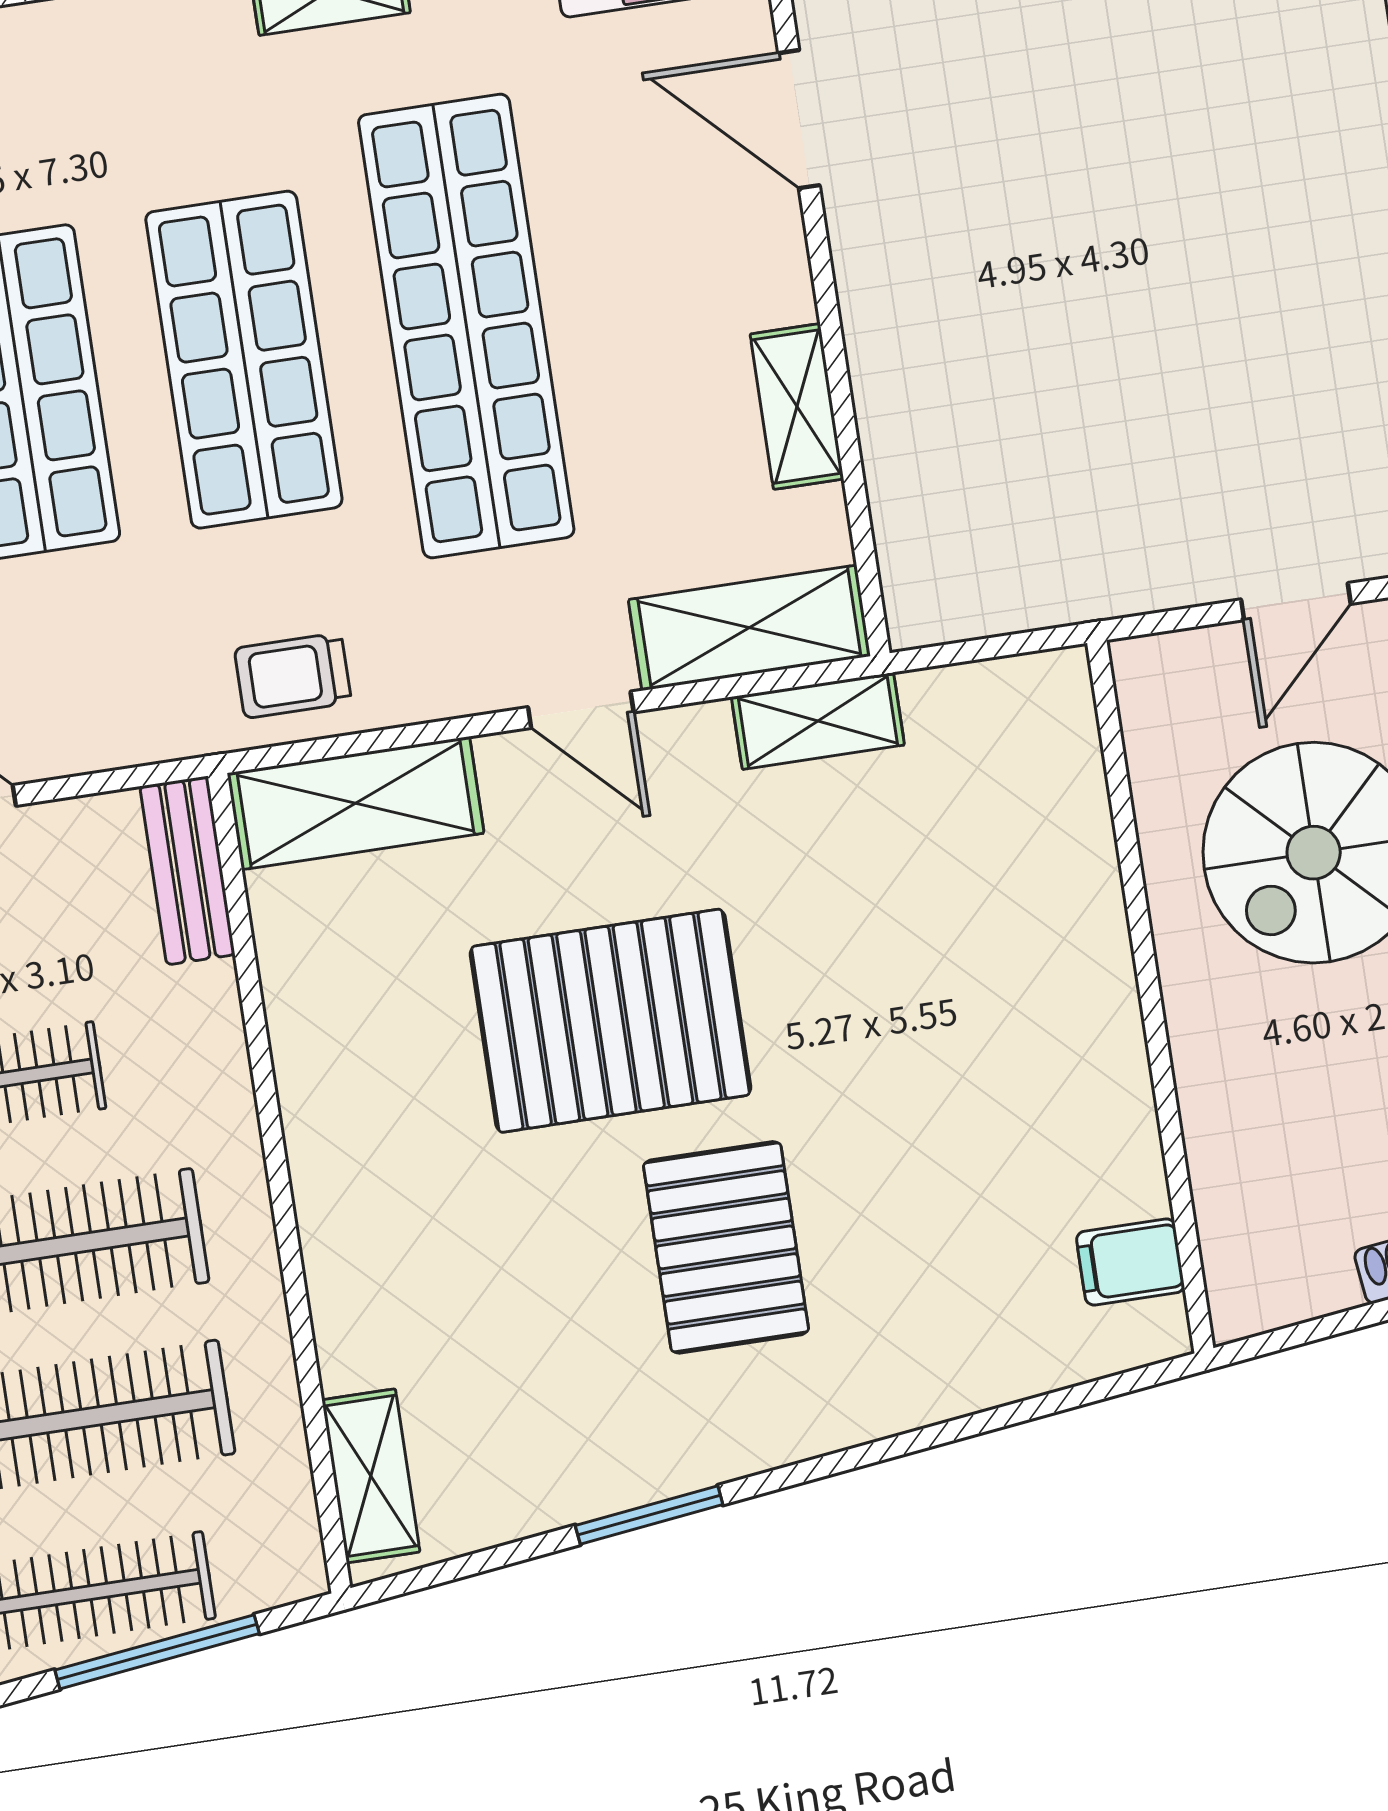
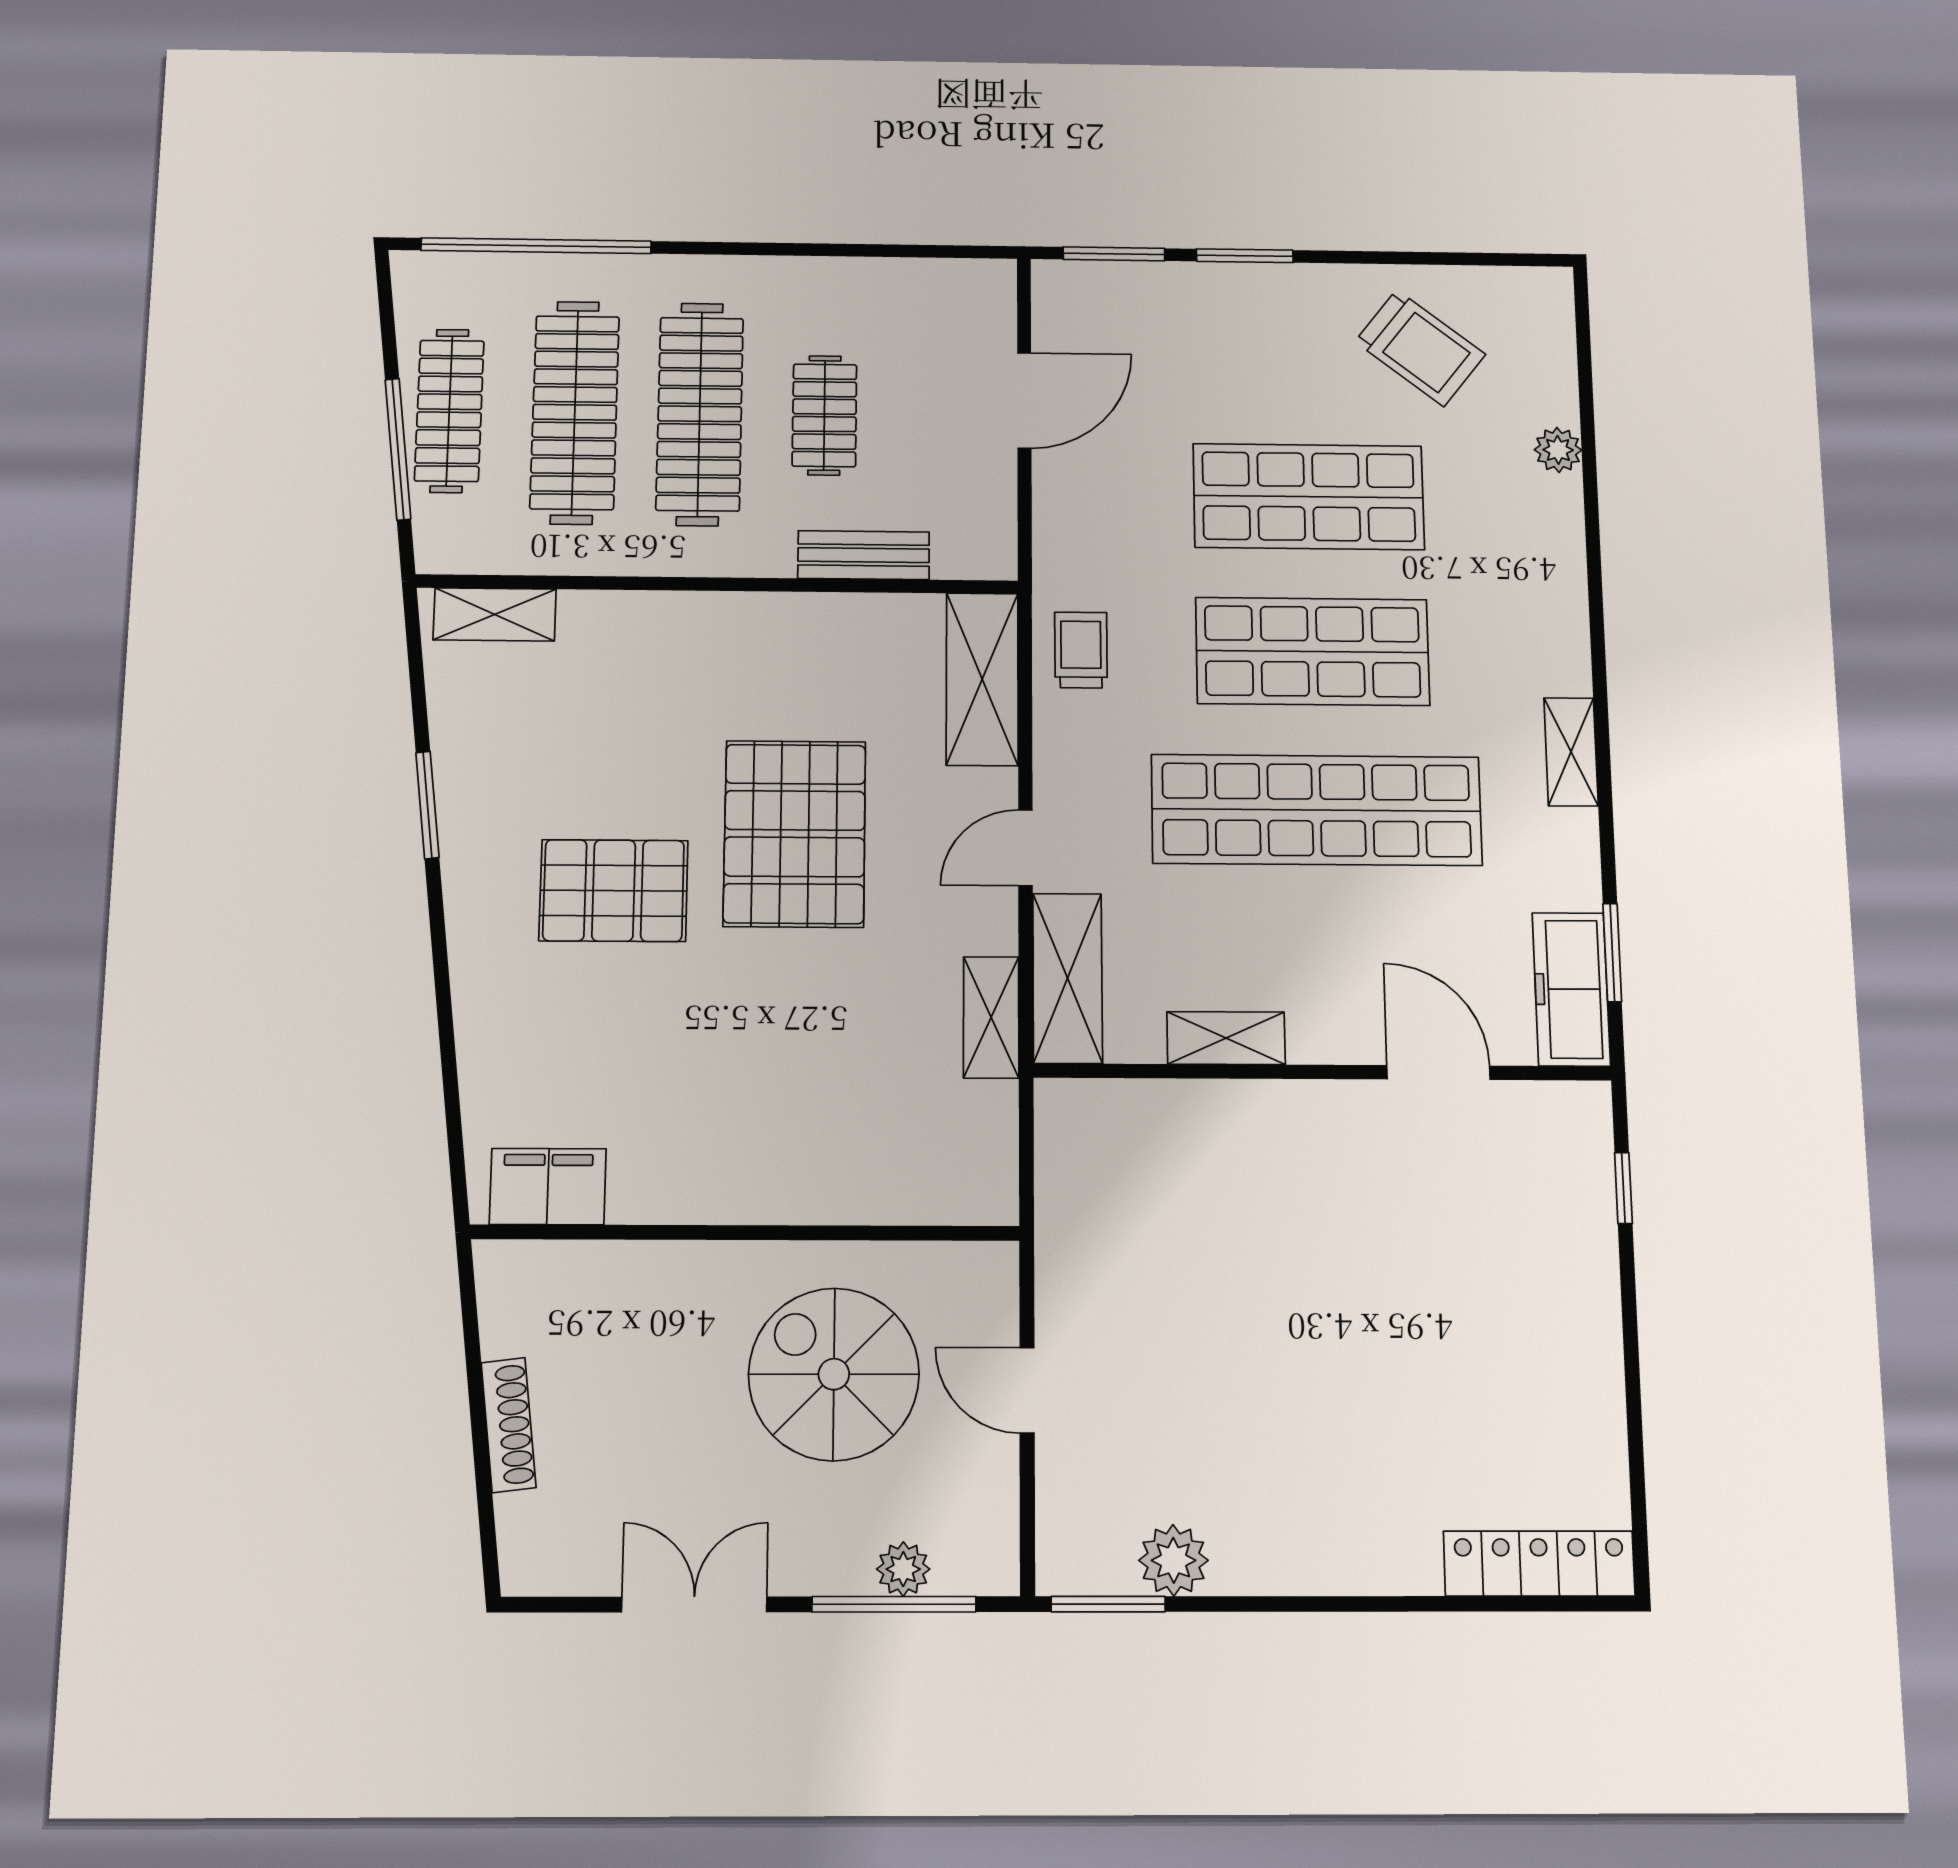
door: (799, 119) -> (1438, 1073), hinge flipped
bench: (187, 870) -> (864, 555), moved
filing cabinet: (1130, 1262) -> (548, 1187), width x2.00

